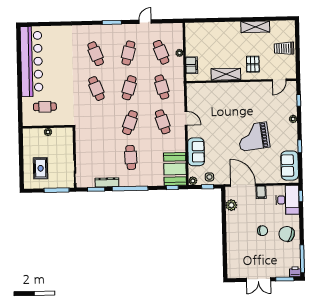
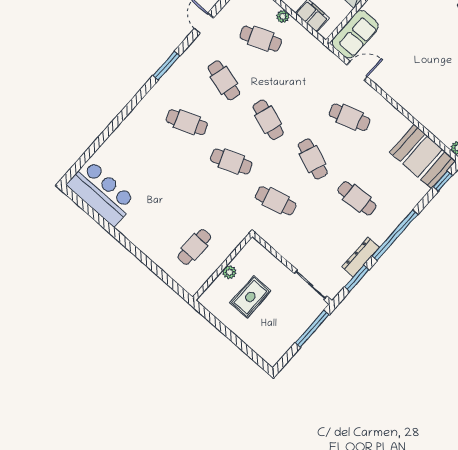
bar counter: (32, 61) -> (101, 193), width x0.54
cafe table: (162, 87) -> (276, 201), moved
door: (186, 118) -> (357, 71), moved
sofa: (196, 152) -> (355, 34), moved, turned 90
rug: (41, 168) -> (250, 297), moved, turned 90

